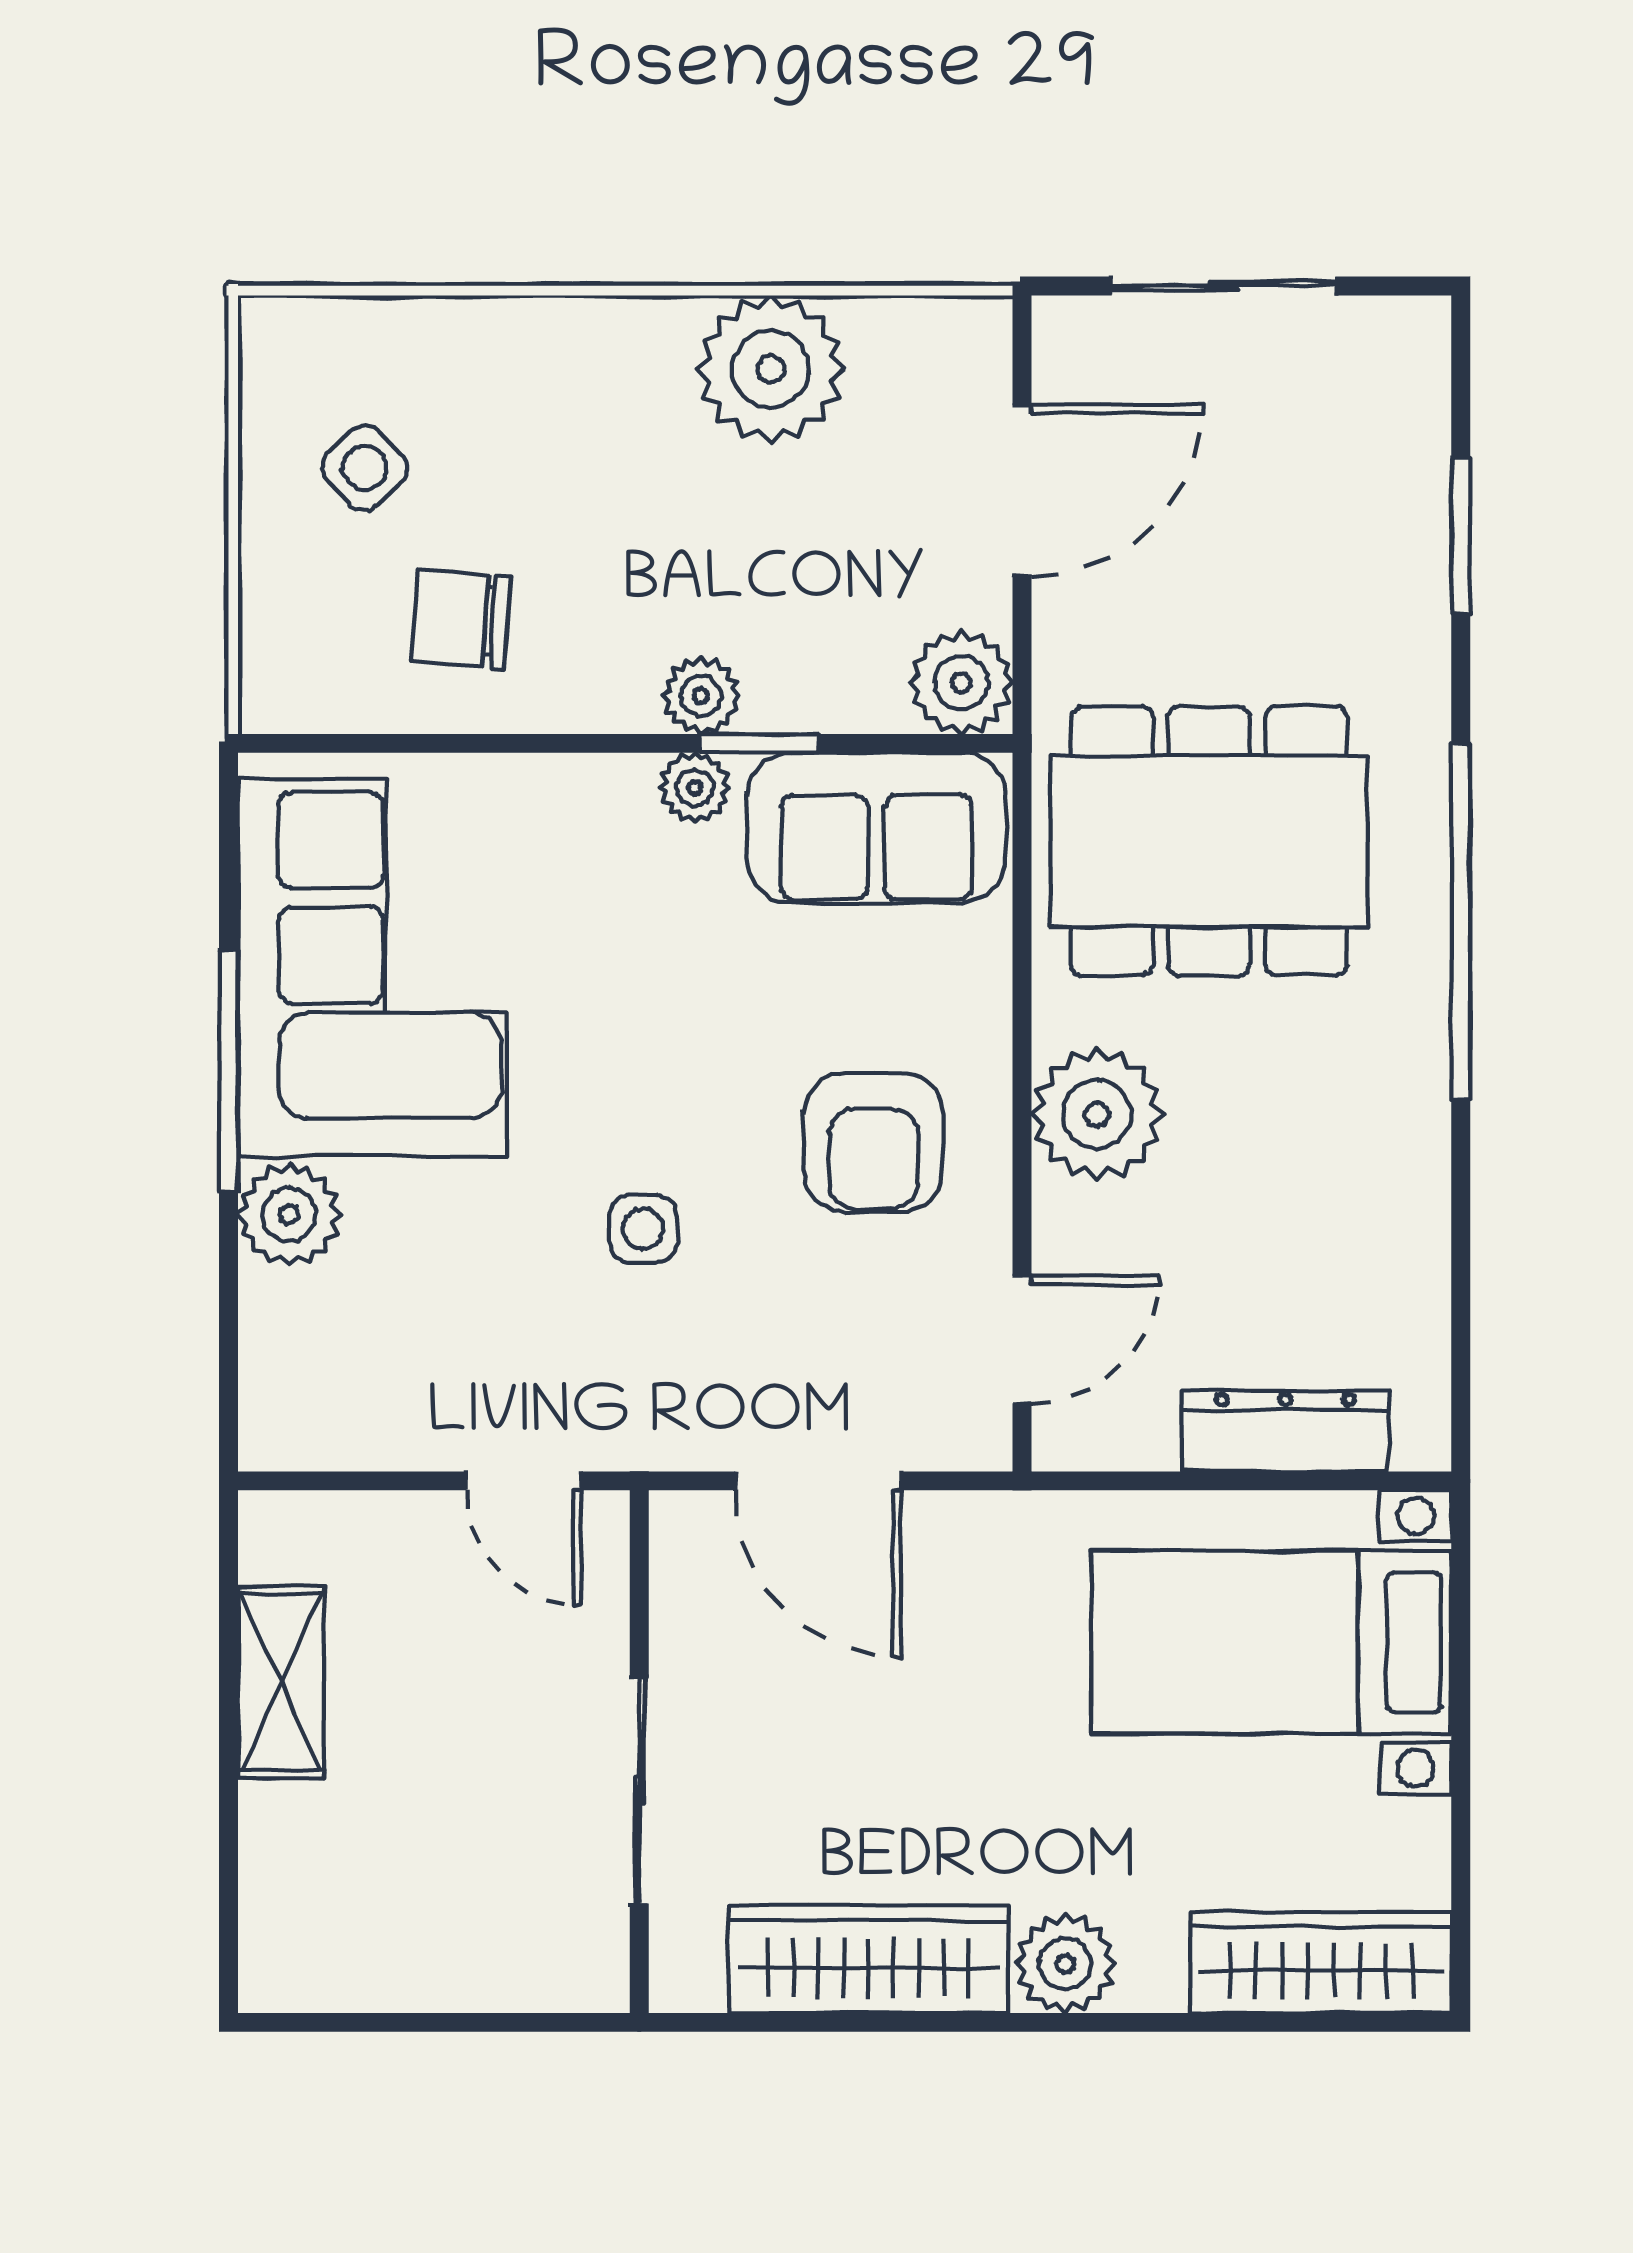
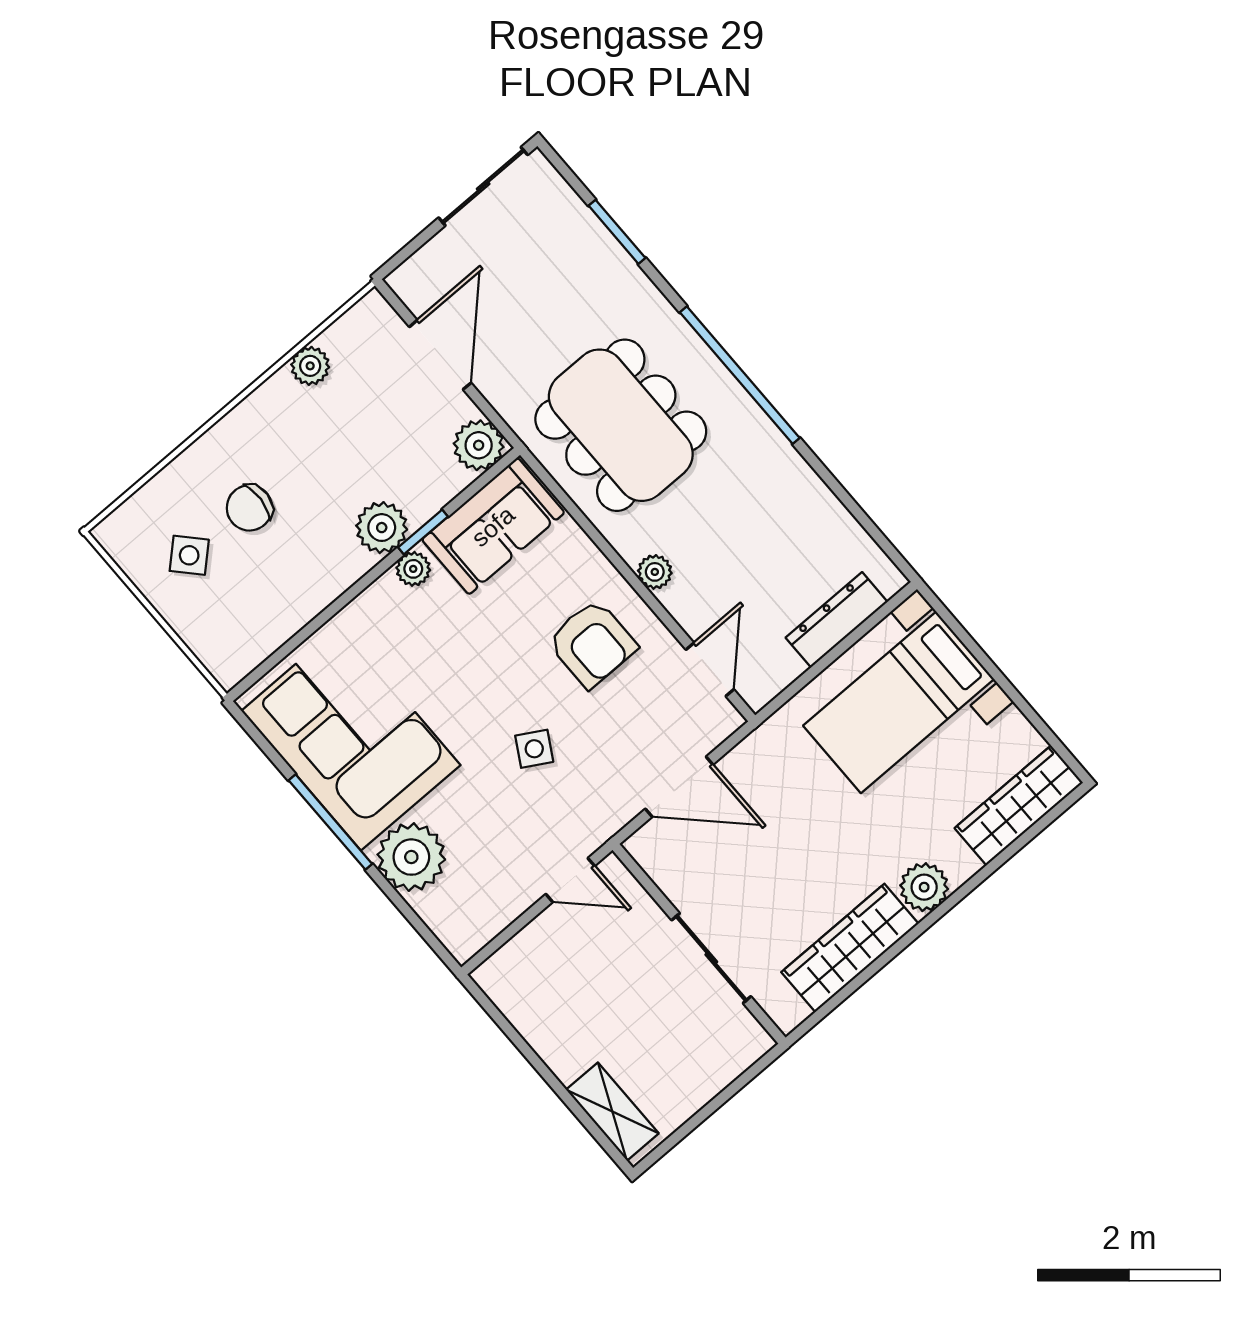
sliding door: (1224, 286) -> (483, 186), moved
plant: (771, 369) -> (310, 366), width x0.53, depth x0.53
chair: (461, 619) -> (249, 508), moved
plant: (701, 696) -> (382, 528), width x1.38, depth x1.38
dining table: (1209, 841) -> (621, 425), turned 90
plant: (1097, 1114) -> (655, 572), width x0.53, depth x0.53
plant: (289, 1215) -> (411, 857), width x1.36, depth x1.36
side table: (643, 1229) -> (534, 749), turned 30
shelving: (281, 1682) -> (612, 1112), moved

